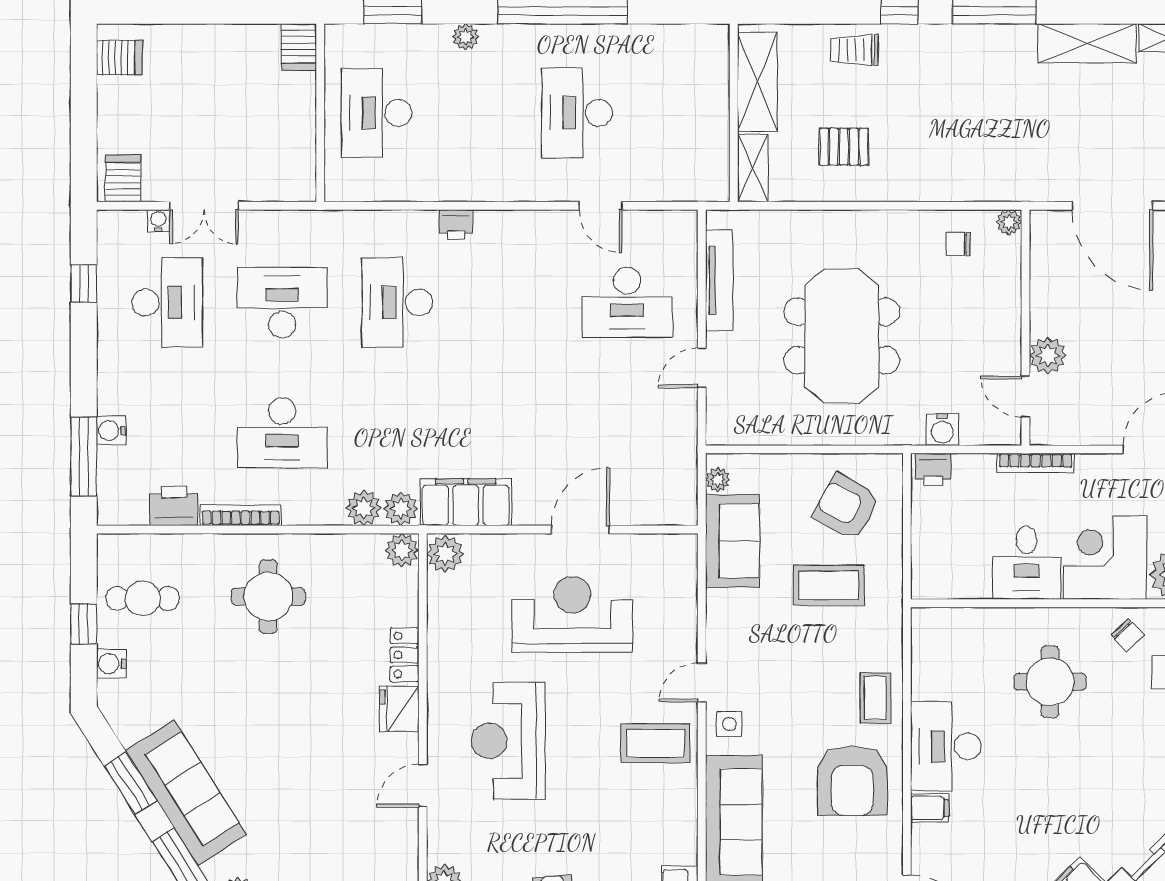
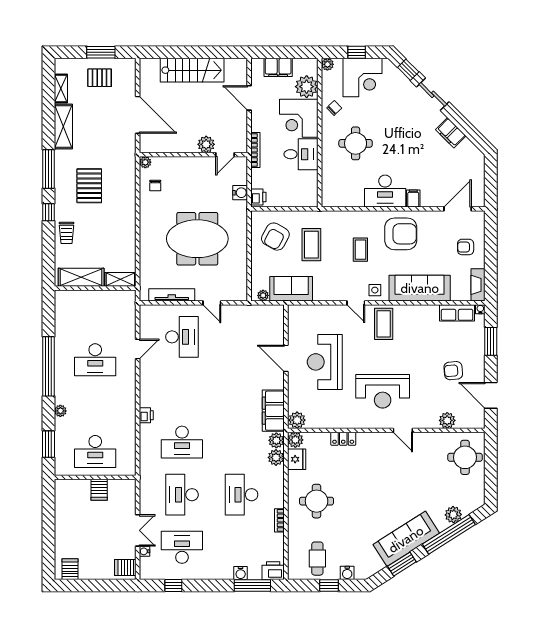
server rack: (299, 47) -> (99, 490), moved, turned 90
pallet: (844, 147) -> (89, 186), moved, width x1.50, depth x1.42
door: (1112, 206) -> (138, 115), hinge flipped
desk: (282, 433) -> (242, 495), turned 180
printer: (174, 506) -> (273, 571), moved, turned 90
bookcase: (241, 515) -> (279, 520), width x0.64
coffee table: (875, 698) -> (360, 250), moved, turned 90
fridge: (399, 709) -> (297, 459), moved, turned -90

